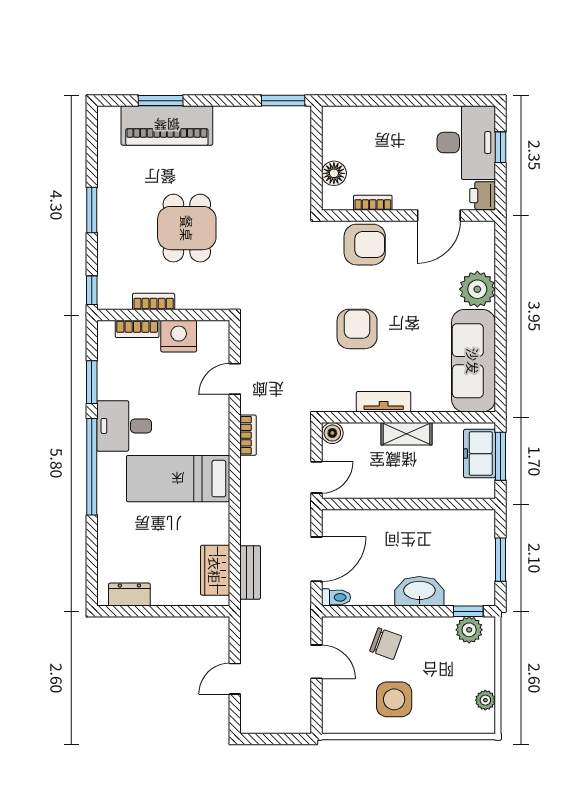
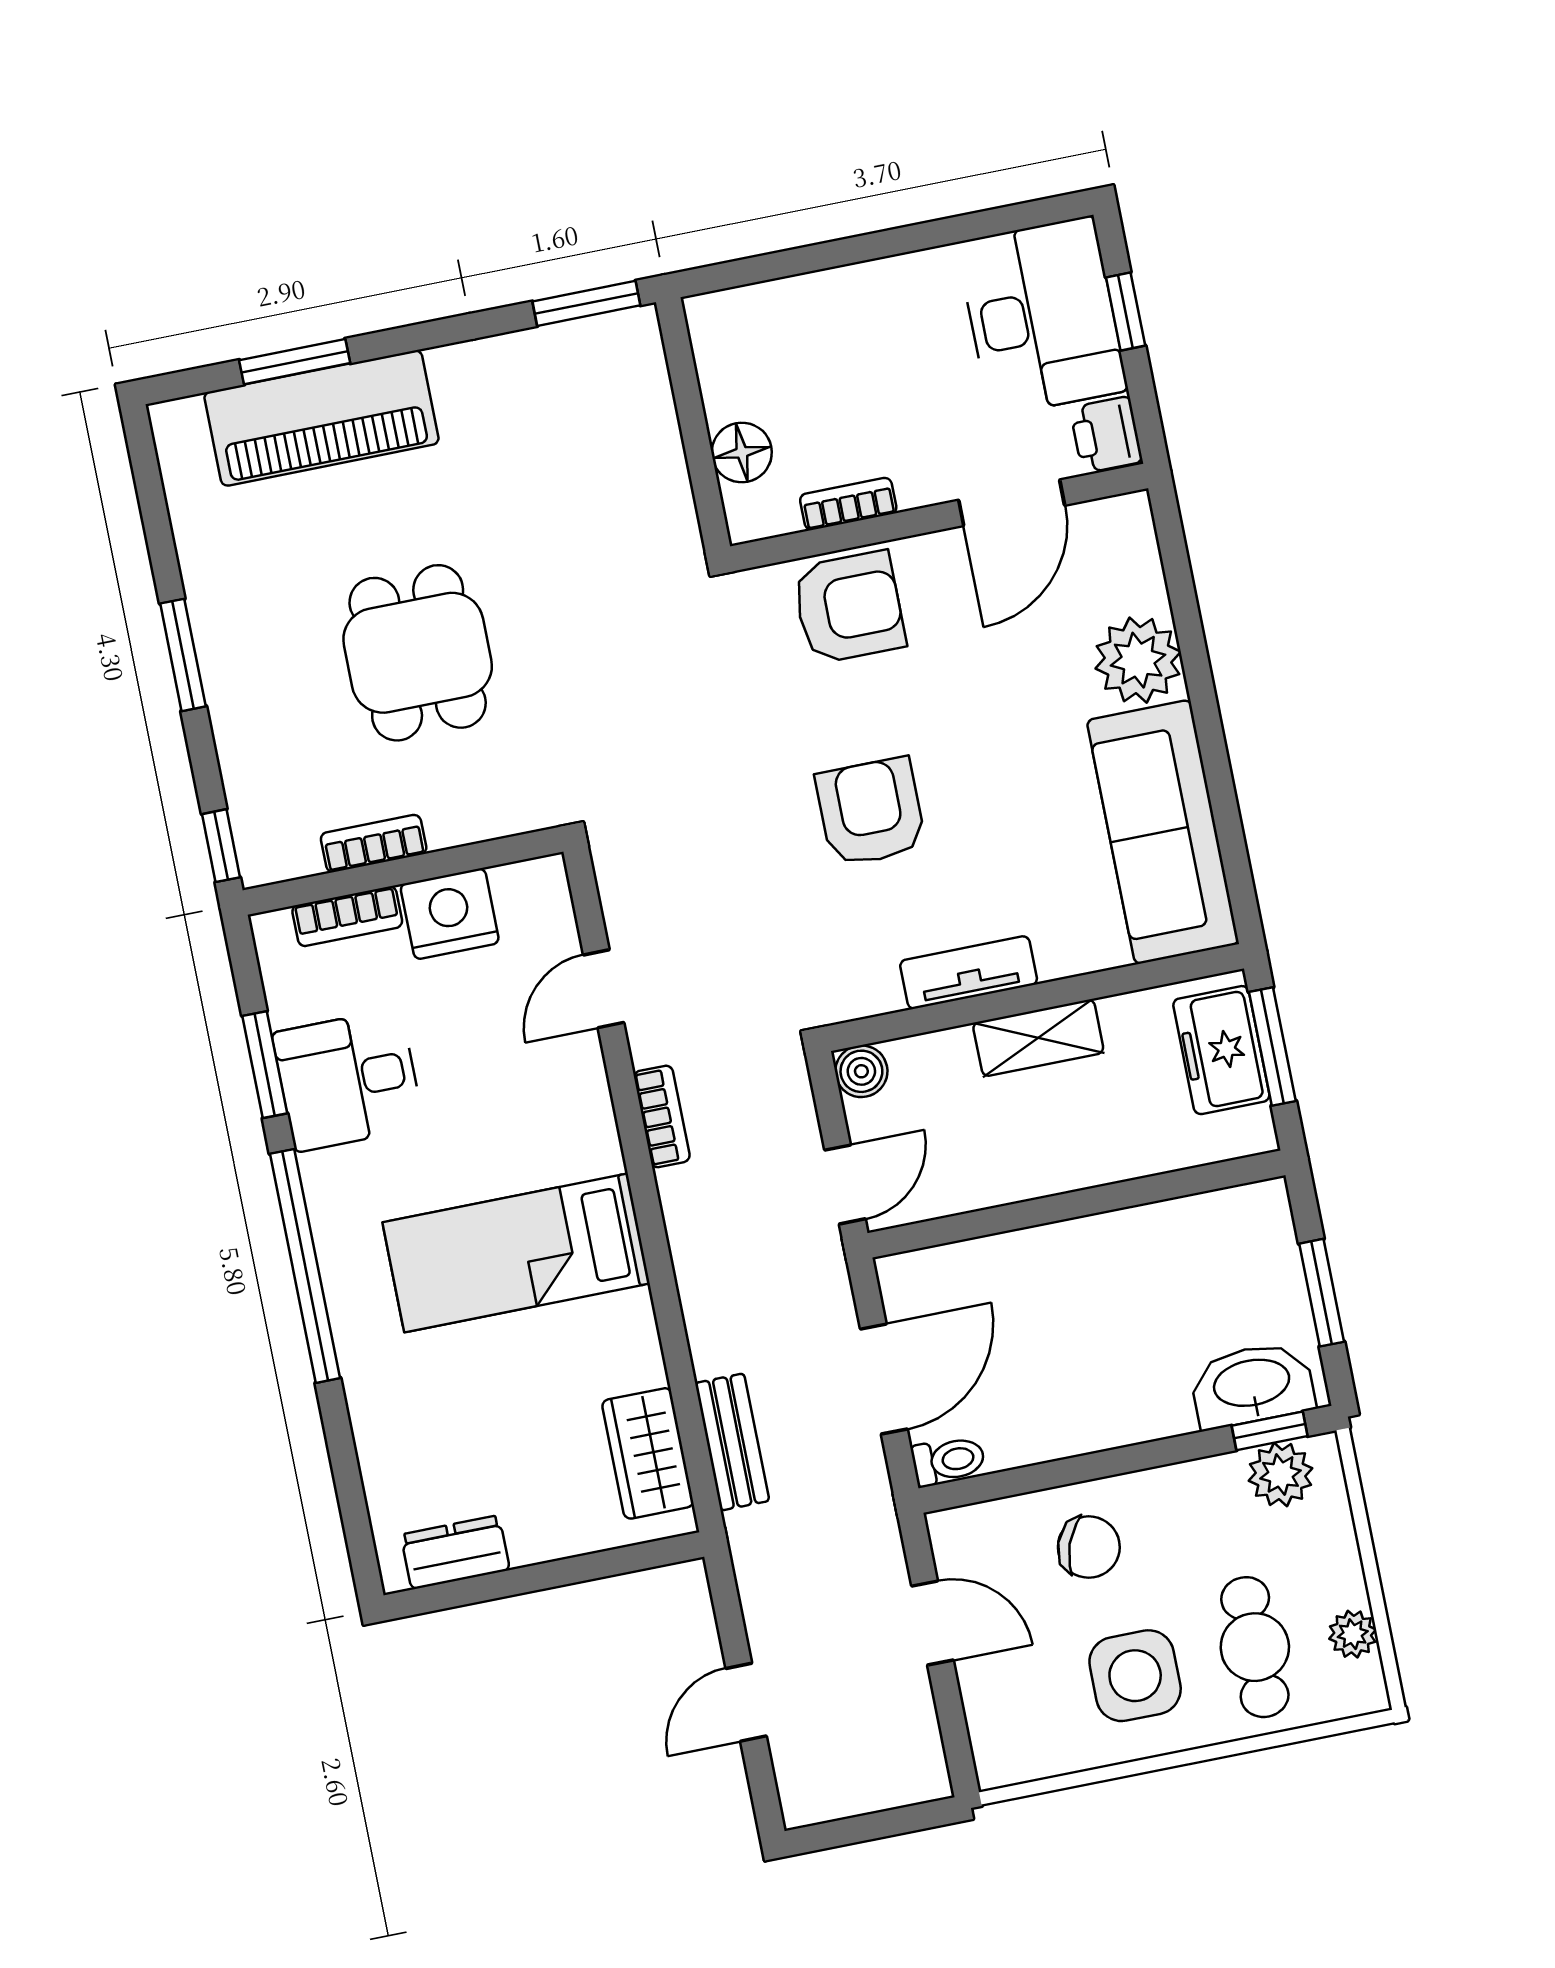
desk: (124, 426) -> (348, 1080), moved
washbasin: (419, 591) -> (1252, 1385), moved
cafe table: (445, 697) -> (1255, 1647), added

